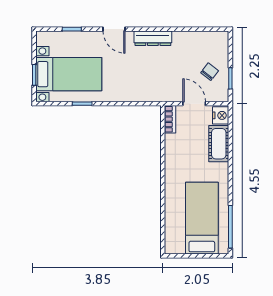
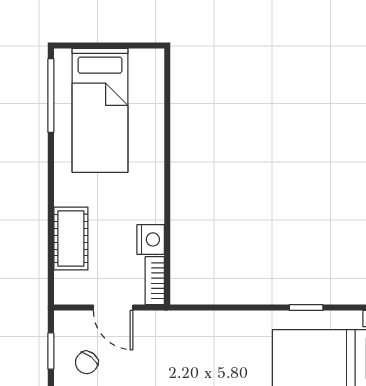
nightstand: (221, 115) -> (151, 239), moved, turned 180

